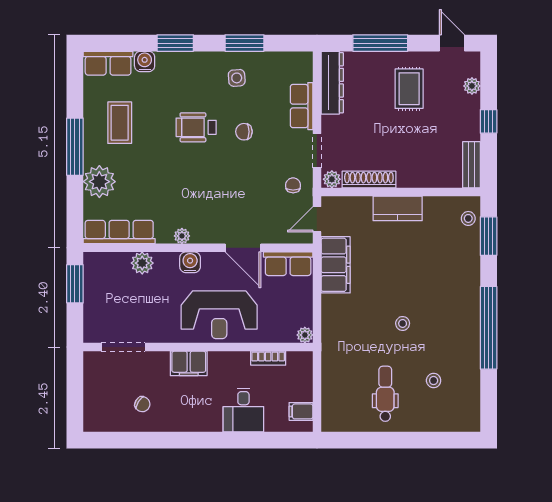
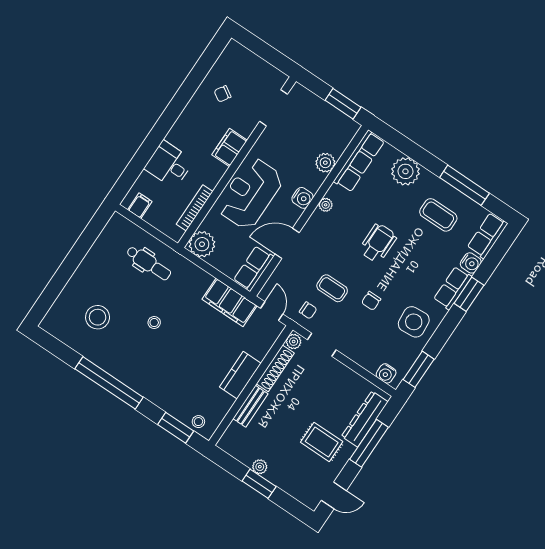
window: (245, 43) -> (419, 369), moved
water cooler: (303, 71) -> (386, 373), added
side table: (237, 78) -> (414, 322), width x1.87, depth x1.87
dresser: (332, 83) -> (365, 419), moved, turned 90
plant: (472, 86) -> (260, 467), moved
row of seats: (302, 106) -> (453, 288), moved, turned -90
window: (489, 121) -> (259, 484), width x1.50
wheelchair: (196, 127) -> (378, 243), moved
chair: (244, 132) -> (371, 301), turned 180
window: (75, 147) -> (464, 185), moved
bench: (471, 165) -> (250, 406), moved, turned 90
coffee table: (257, 177) -> (332, 288), added
plant: (305, 335) -> (202, 244), width x1.88, depth x1.88
bookcase: (268, 358) -> (195, 208), width x1.56
stool: (434, 381) -> (98, 317), width x1.89, depth x1.89
dental chair: (385, 394) -> (149, 263), moved

